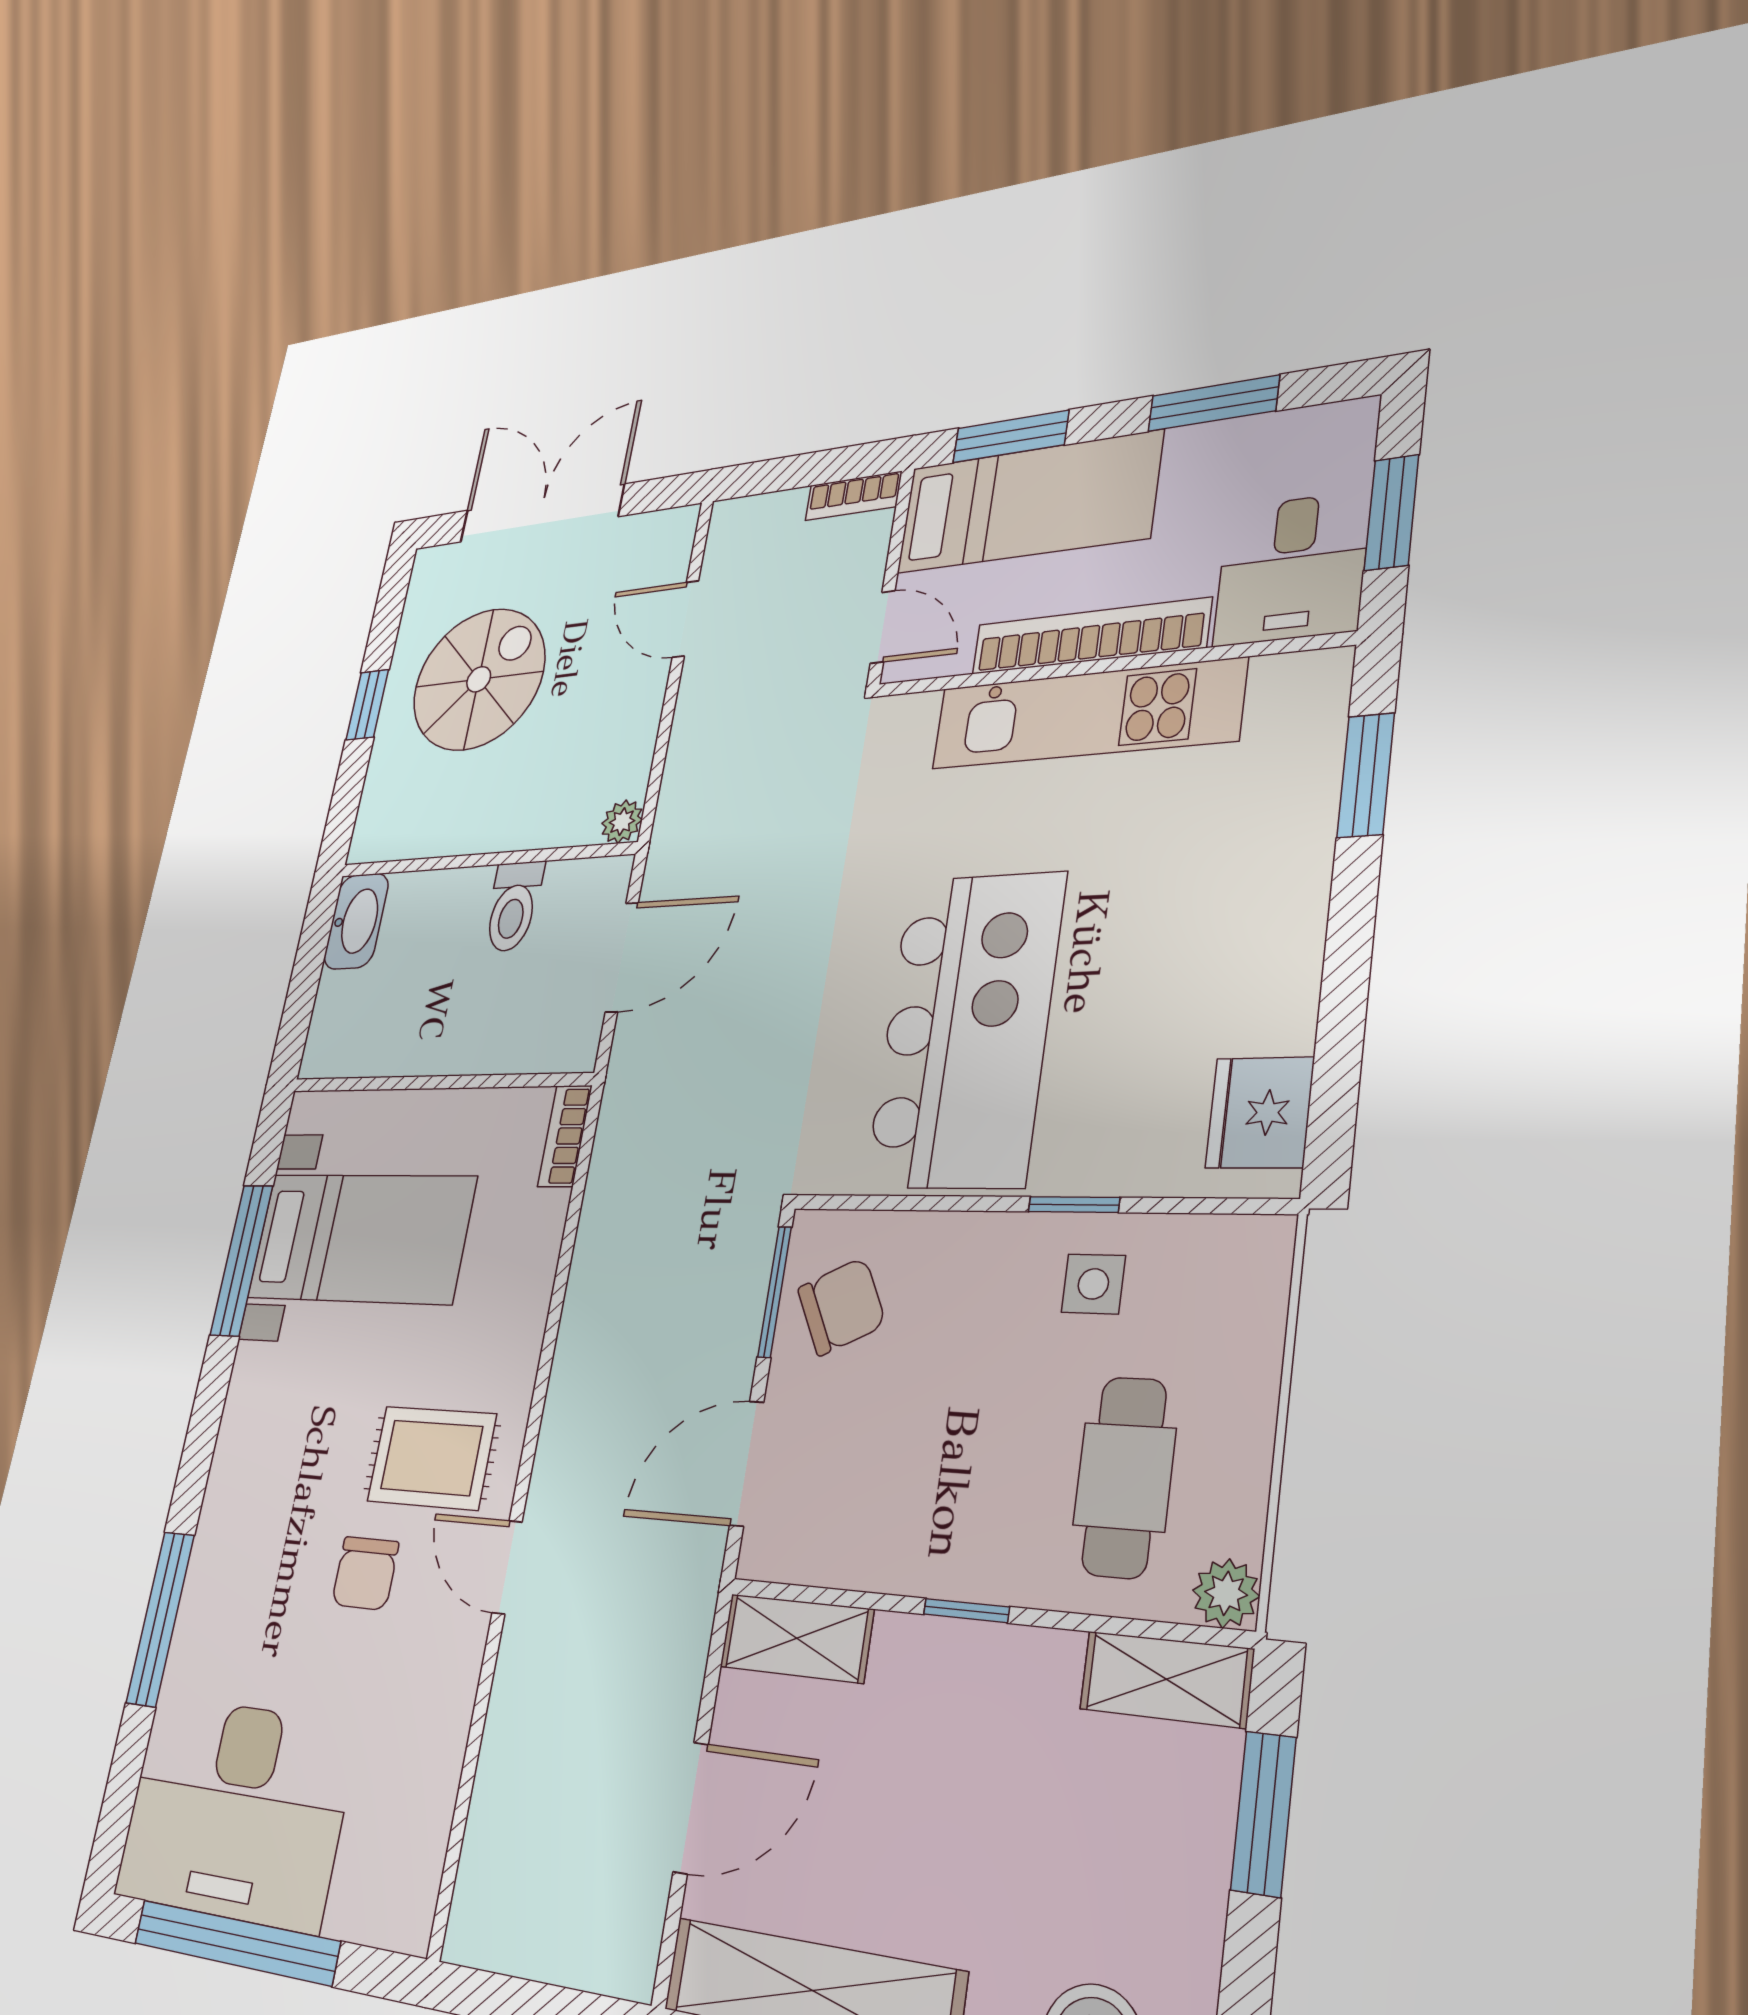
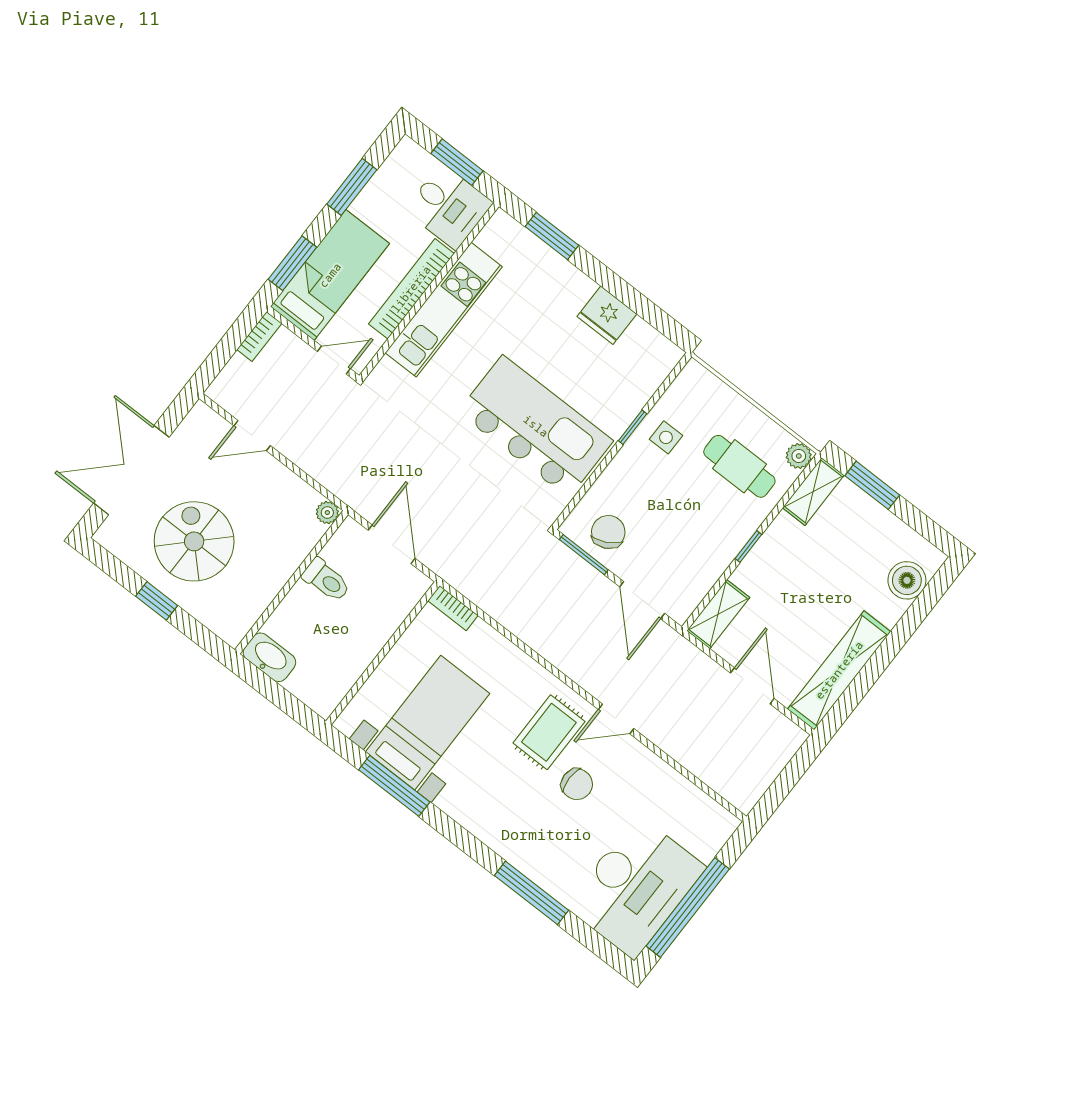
fridge: (1260, 1113) -> (607, 315), moved

